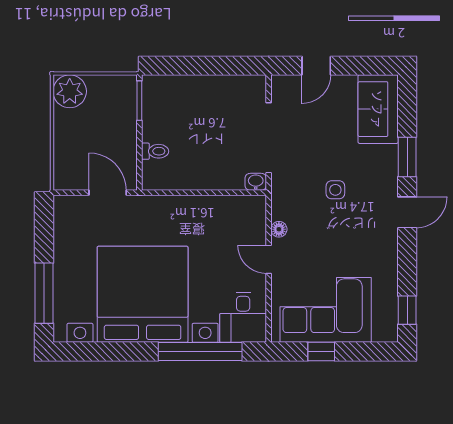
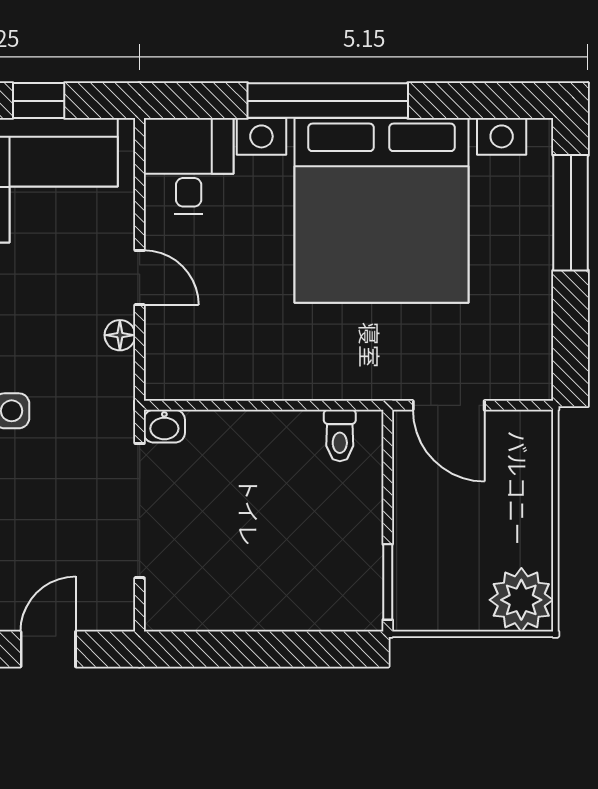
toilet: (155, 151) -> (340, 436), moved, turned -90
window: (200, 352) -> (328, 101), moved

